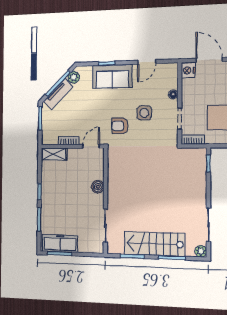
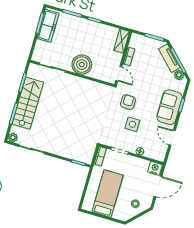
boiler: (98, 187) -> (82, 65), width x1.86, depth x1.86

